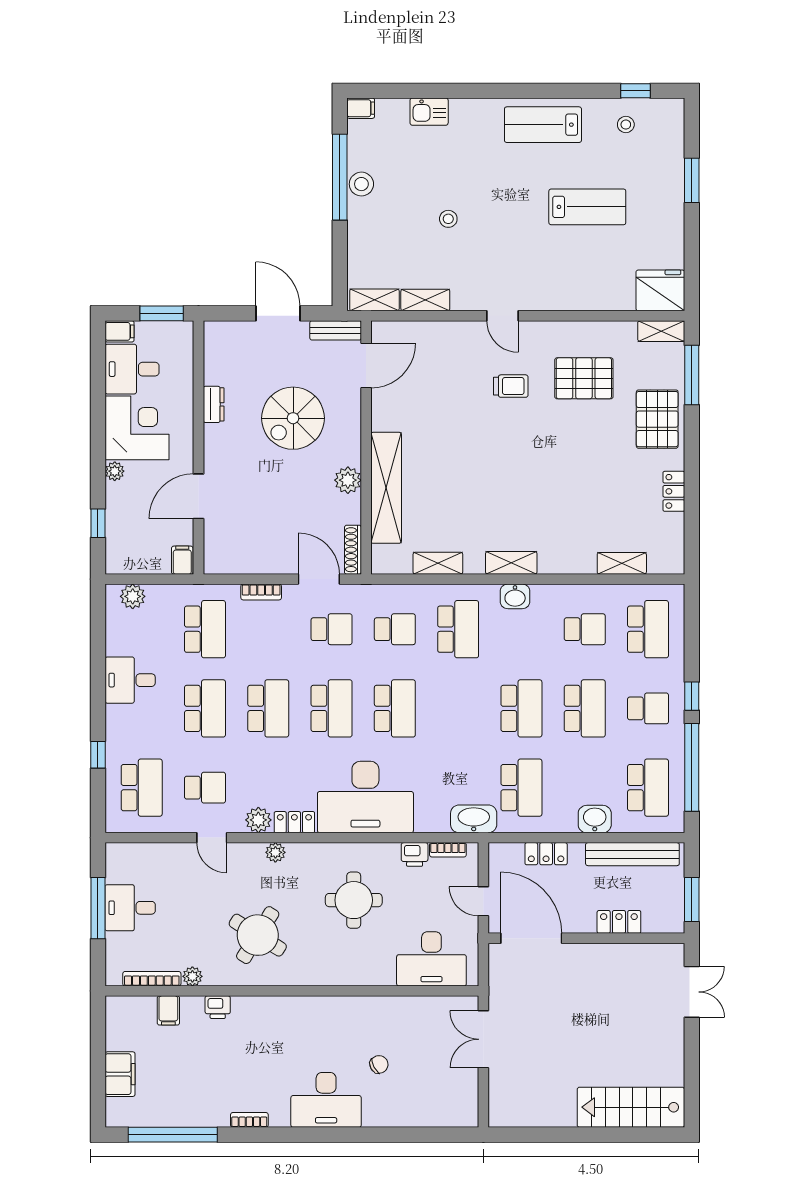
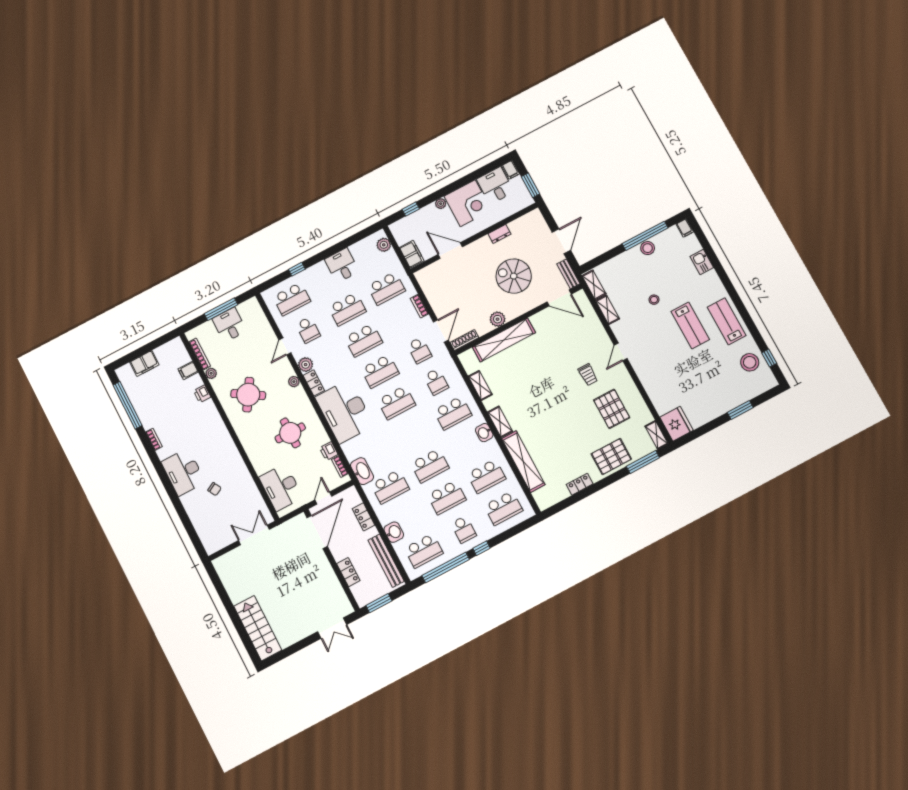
stool: (626, 125) -> (750, 362), width x1.89, depth x1.89
lab bench: (587, 207) -> (690, 325), moved
filing cabinet: (182, 560) -> (412, 254), width x2.00
shelving: (622, 563) -> (523, 462), width x2.20, depth x1.33
school desk: (585, 629) -> (486, 476), width x1.85

